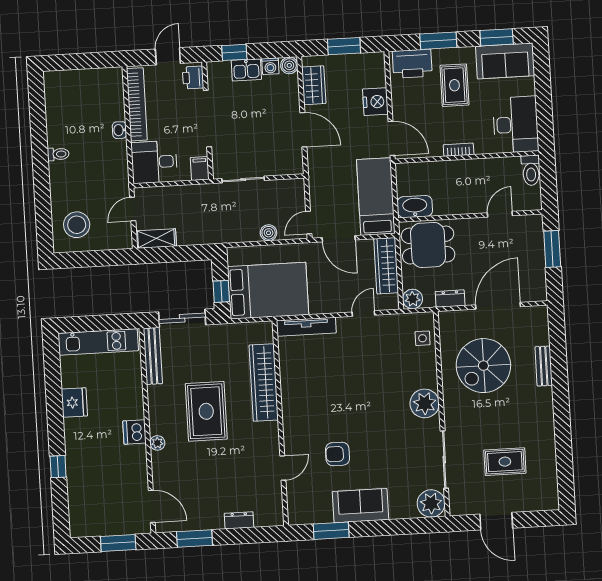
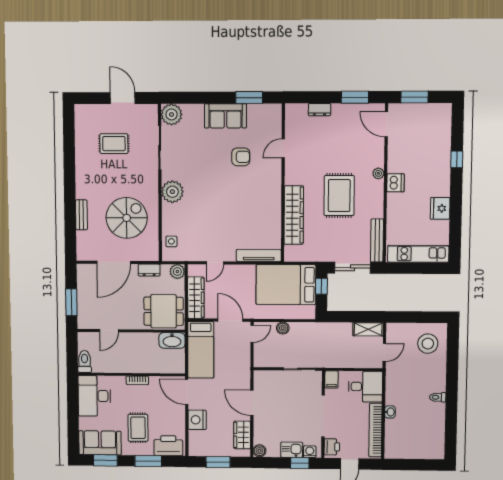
washing machine: (270, 66) -> (310, 452), moved

